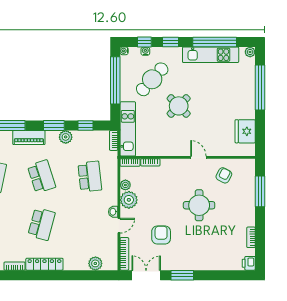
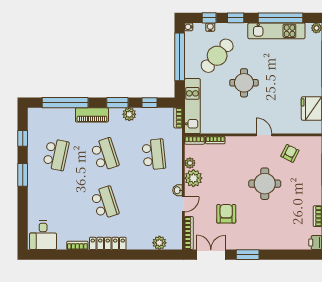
round table: (179, 106) -> (244, 83), turned 45
school desk: (42, 224) -> (105, 203), turned -33

